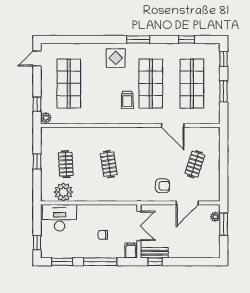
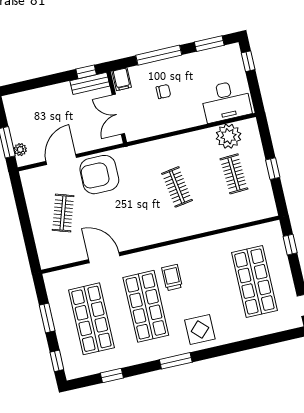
plant: (46, 118) -> (274, 229), removed
armchair: (163, 186) -> (99, 175), width x1.88, depth x1.88

